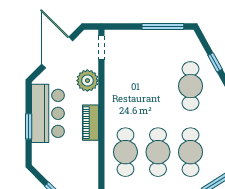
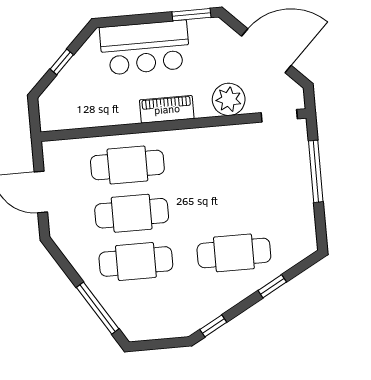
window: (163, 27) -> (316, 171), moved
bar counter: (48, 113) -> (145, 48), moved
window: (29, 126) -> (191, 15), moved

